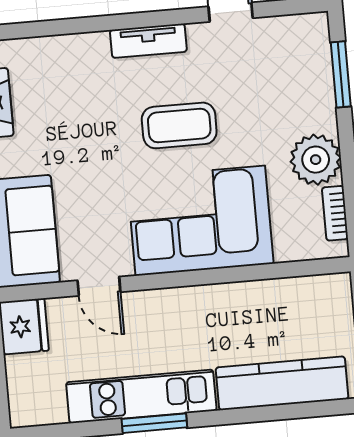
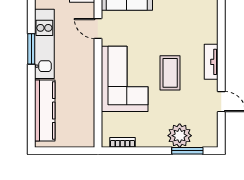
plant: (316, 160) -> (180, 136), moved
door: (99, 286) -> (98, 28), hinge flipped

